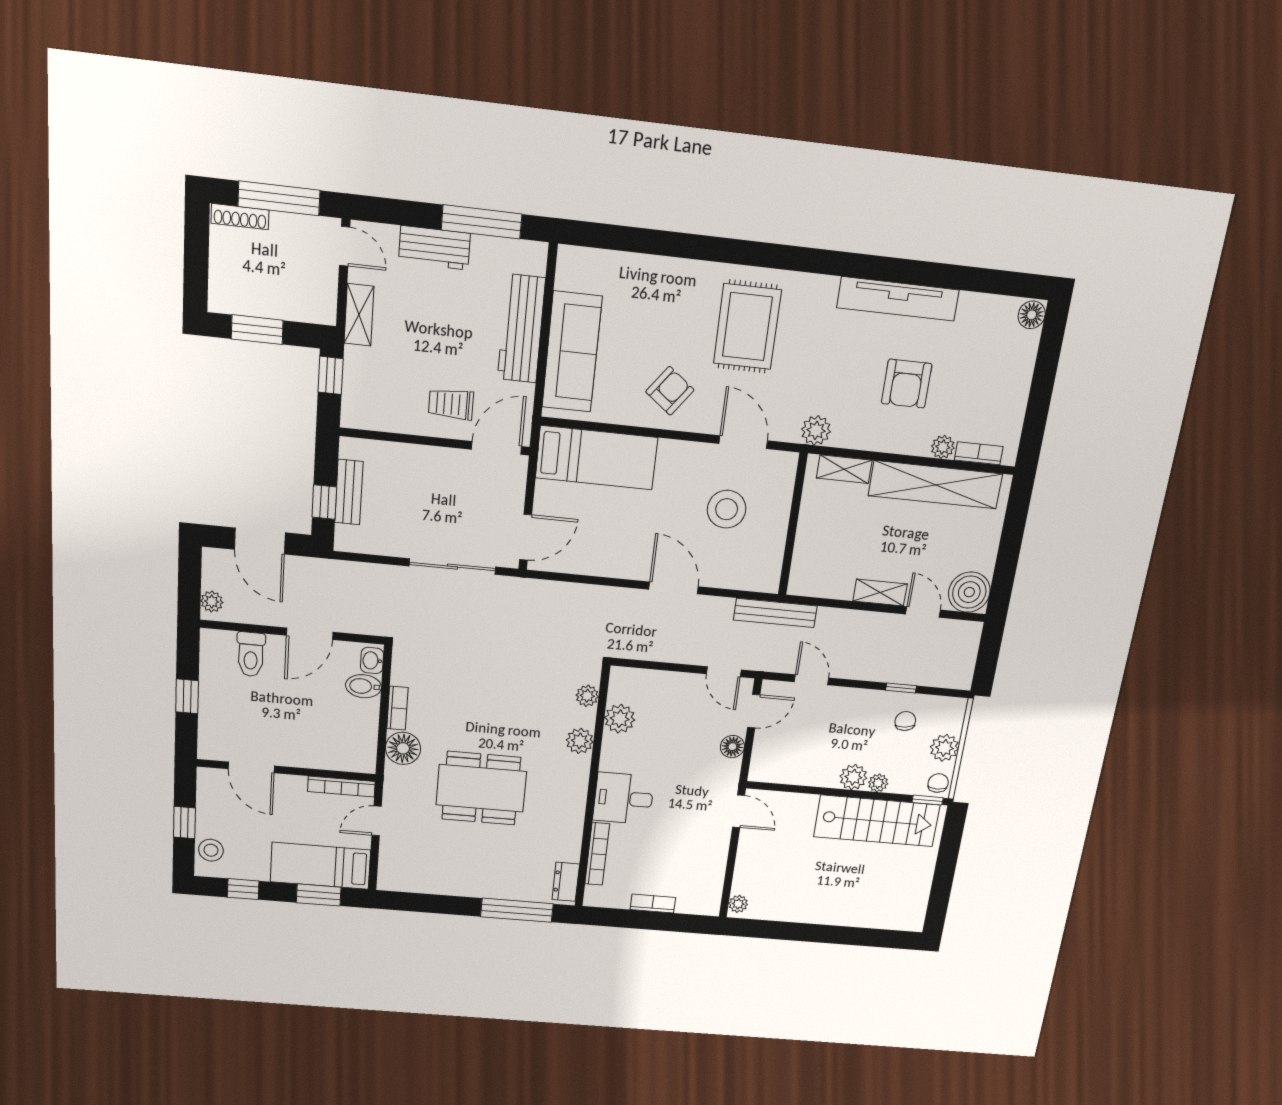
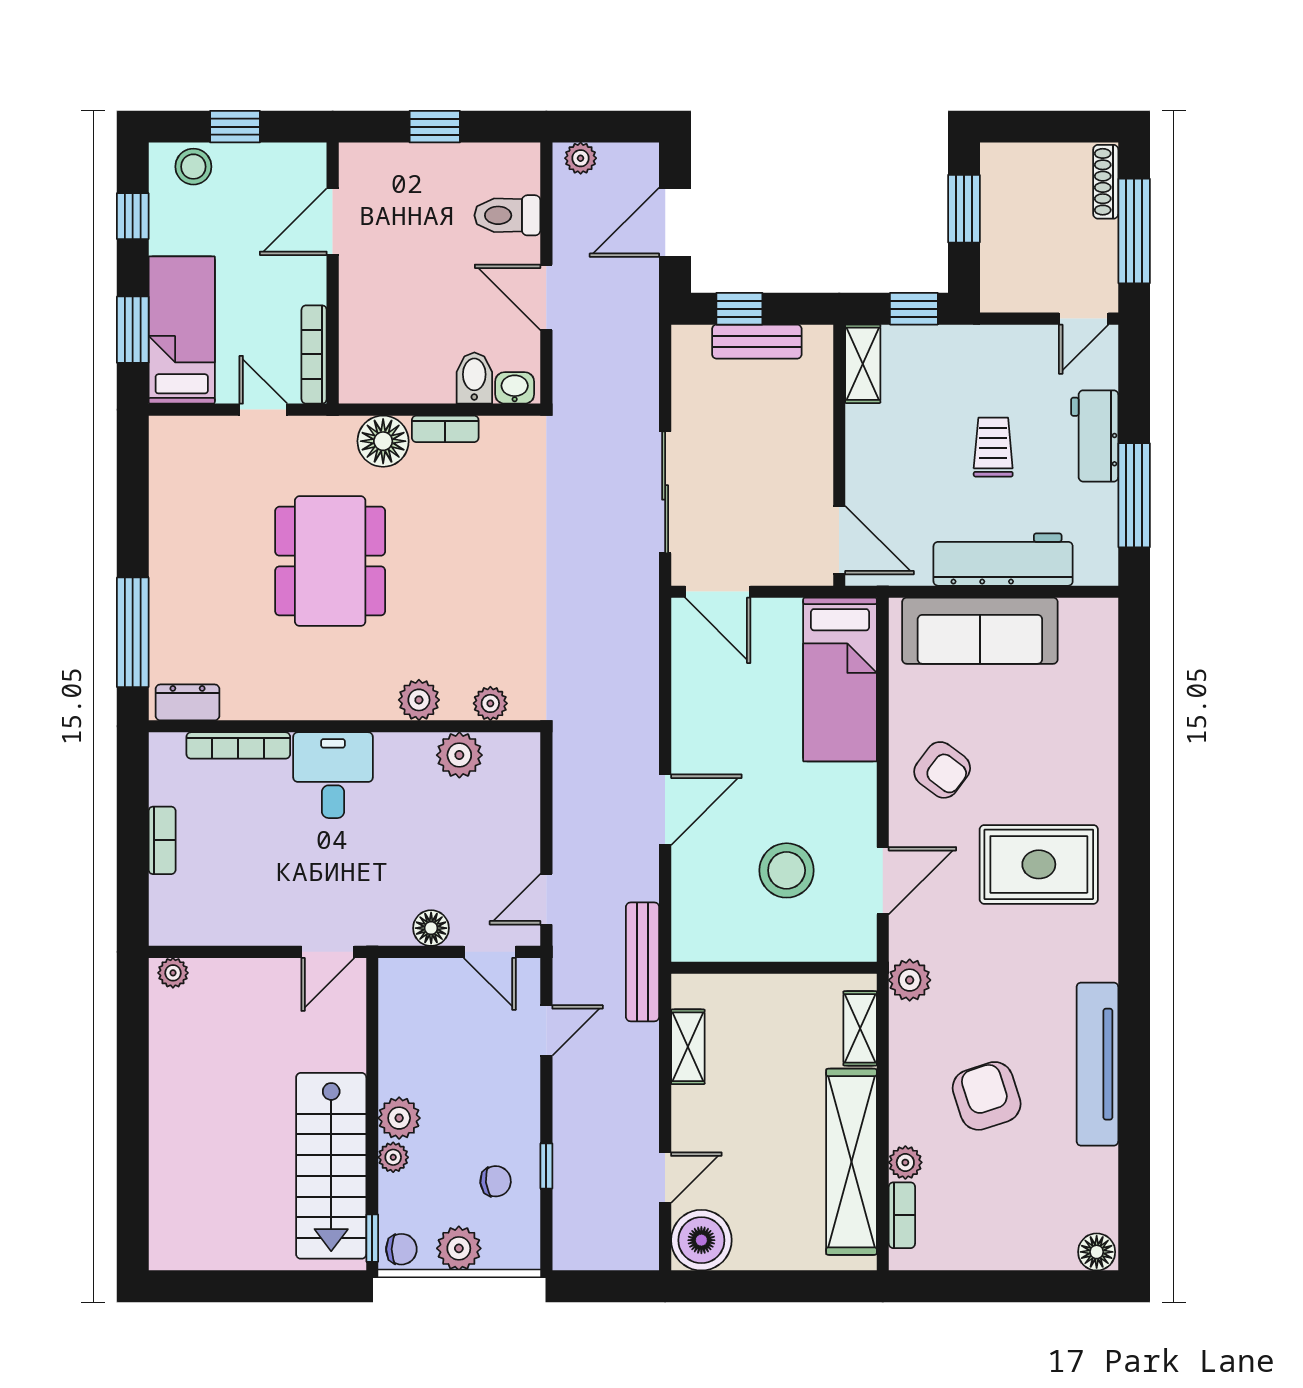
shelving: (359, 315) -> (863, 364), moved, turned 90
armchair: (907, 384) -> (987, 1096), turned 72
trolley: (451, 404) -> (993, 447), moved
shelving: (880, 593) -> (688, 1047), moved

